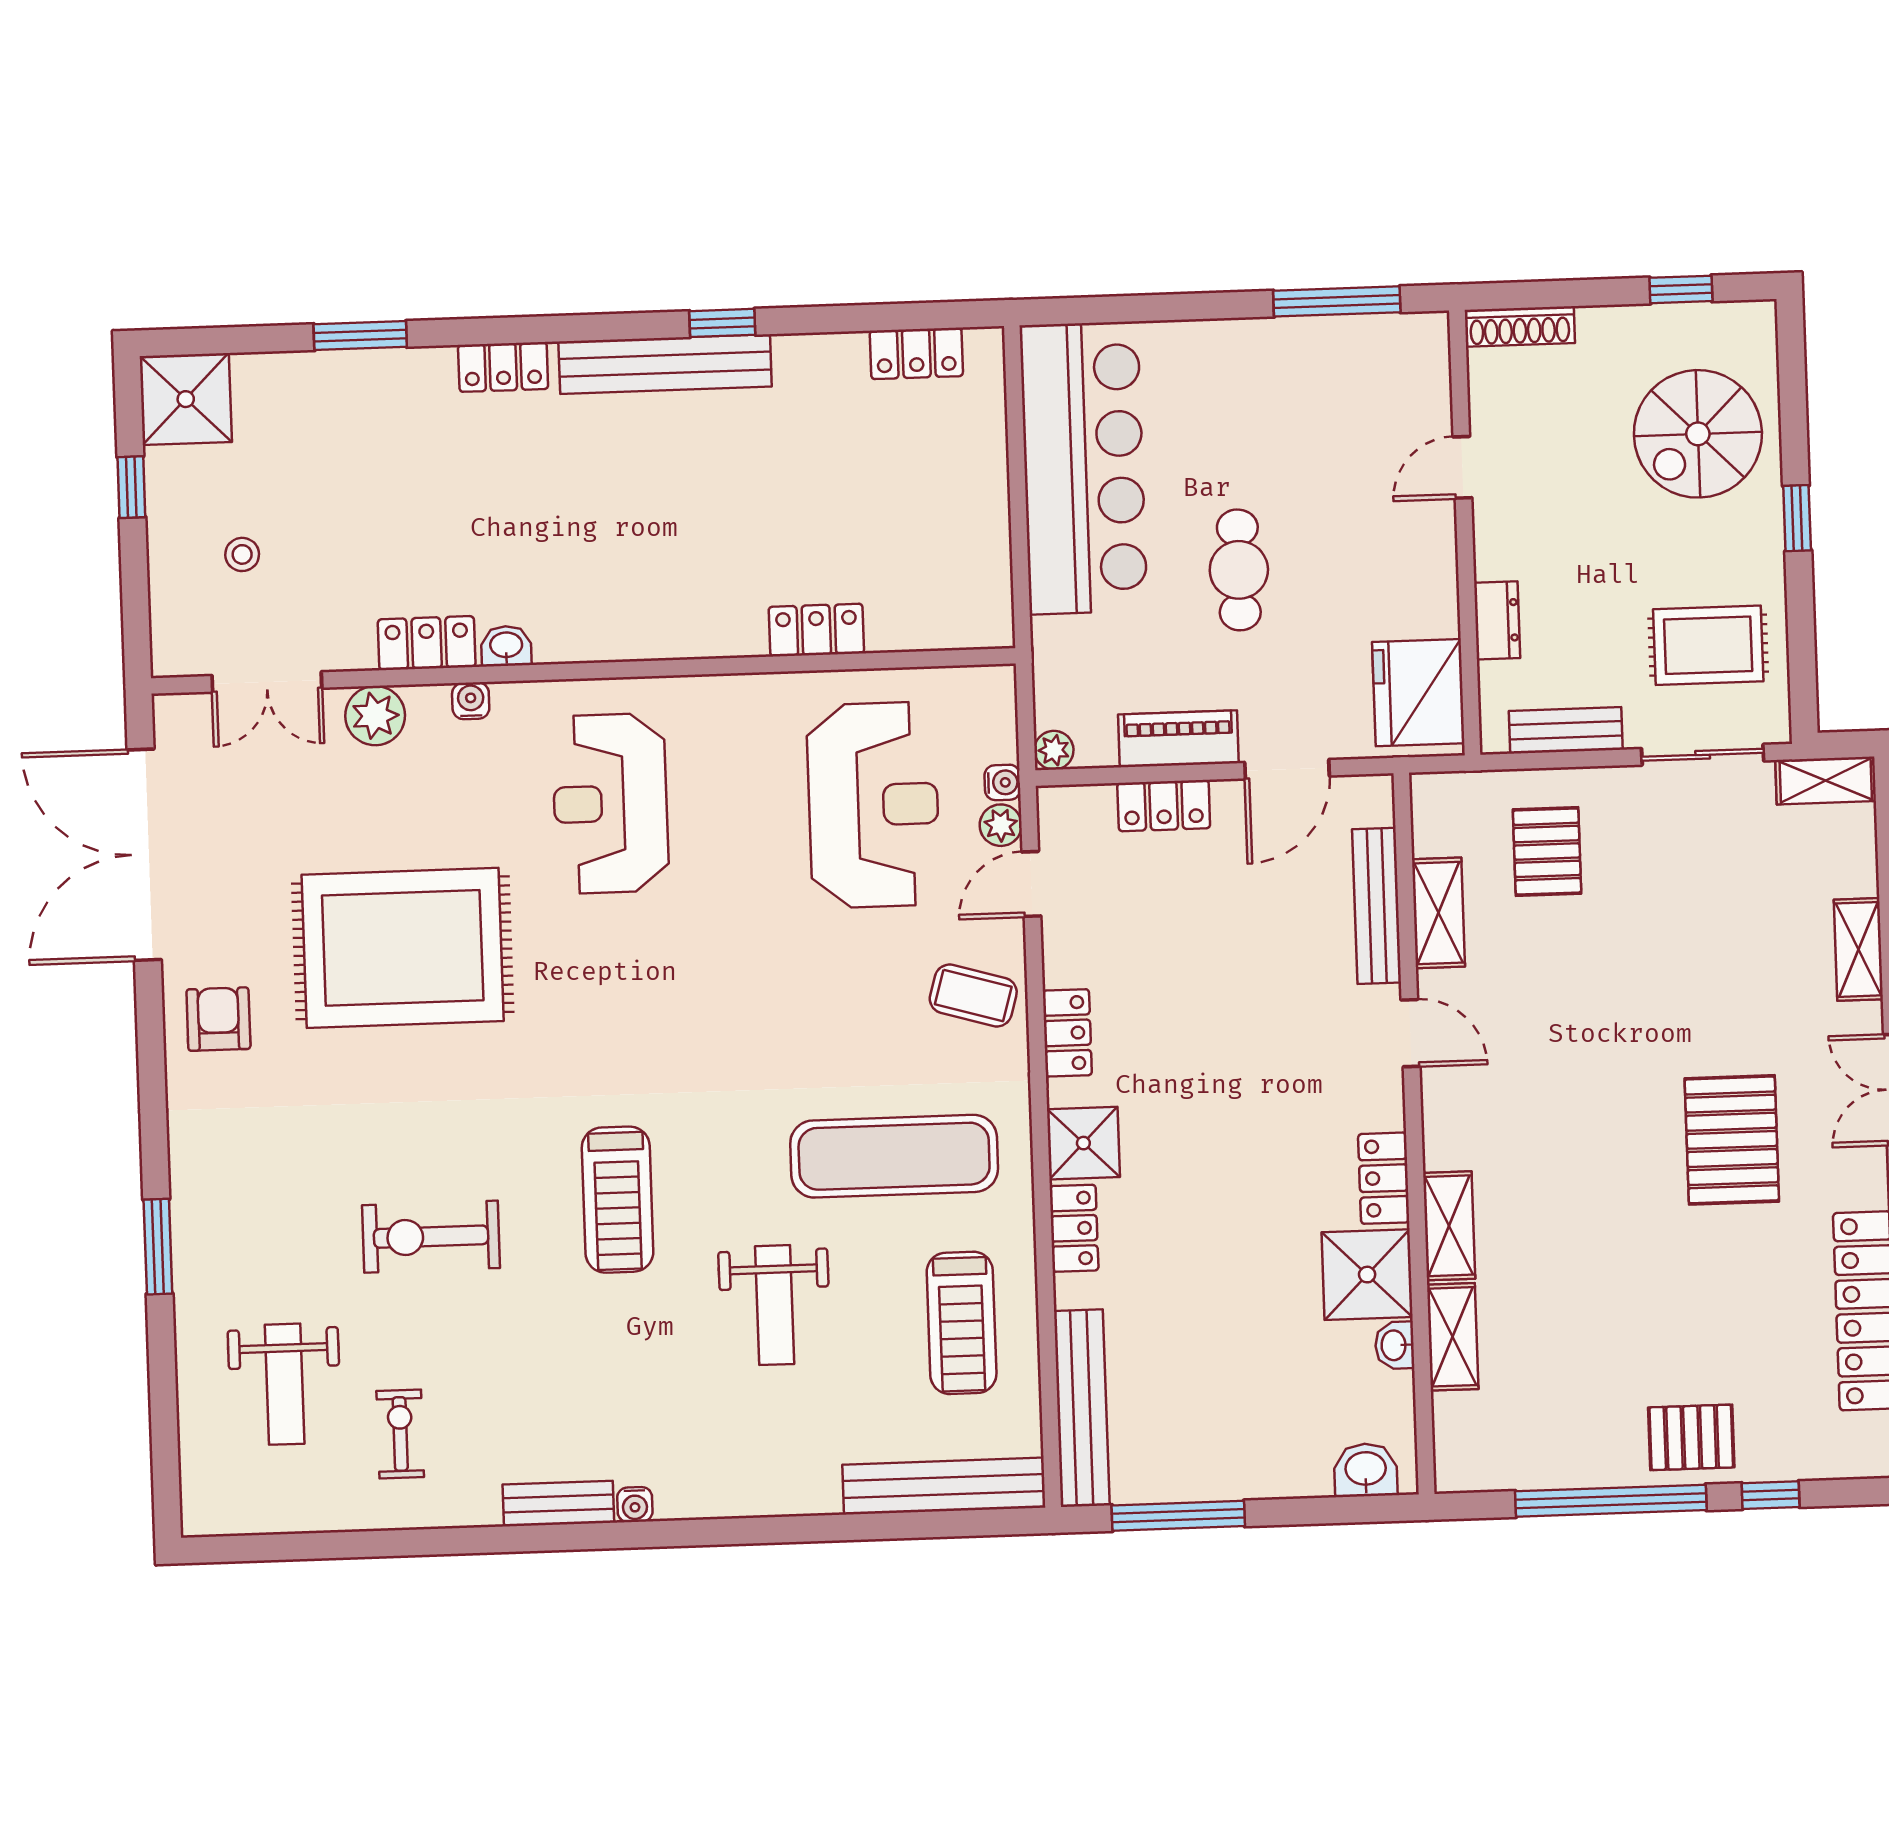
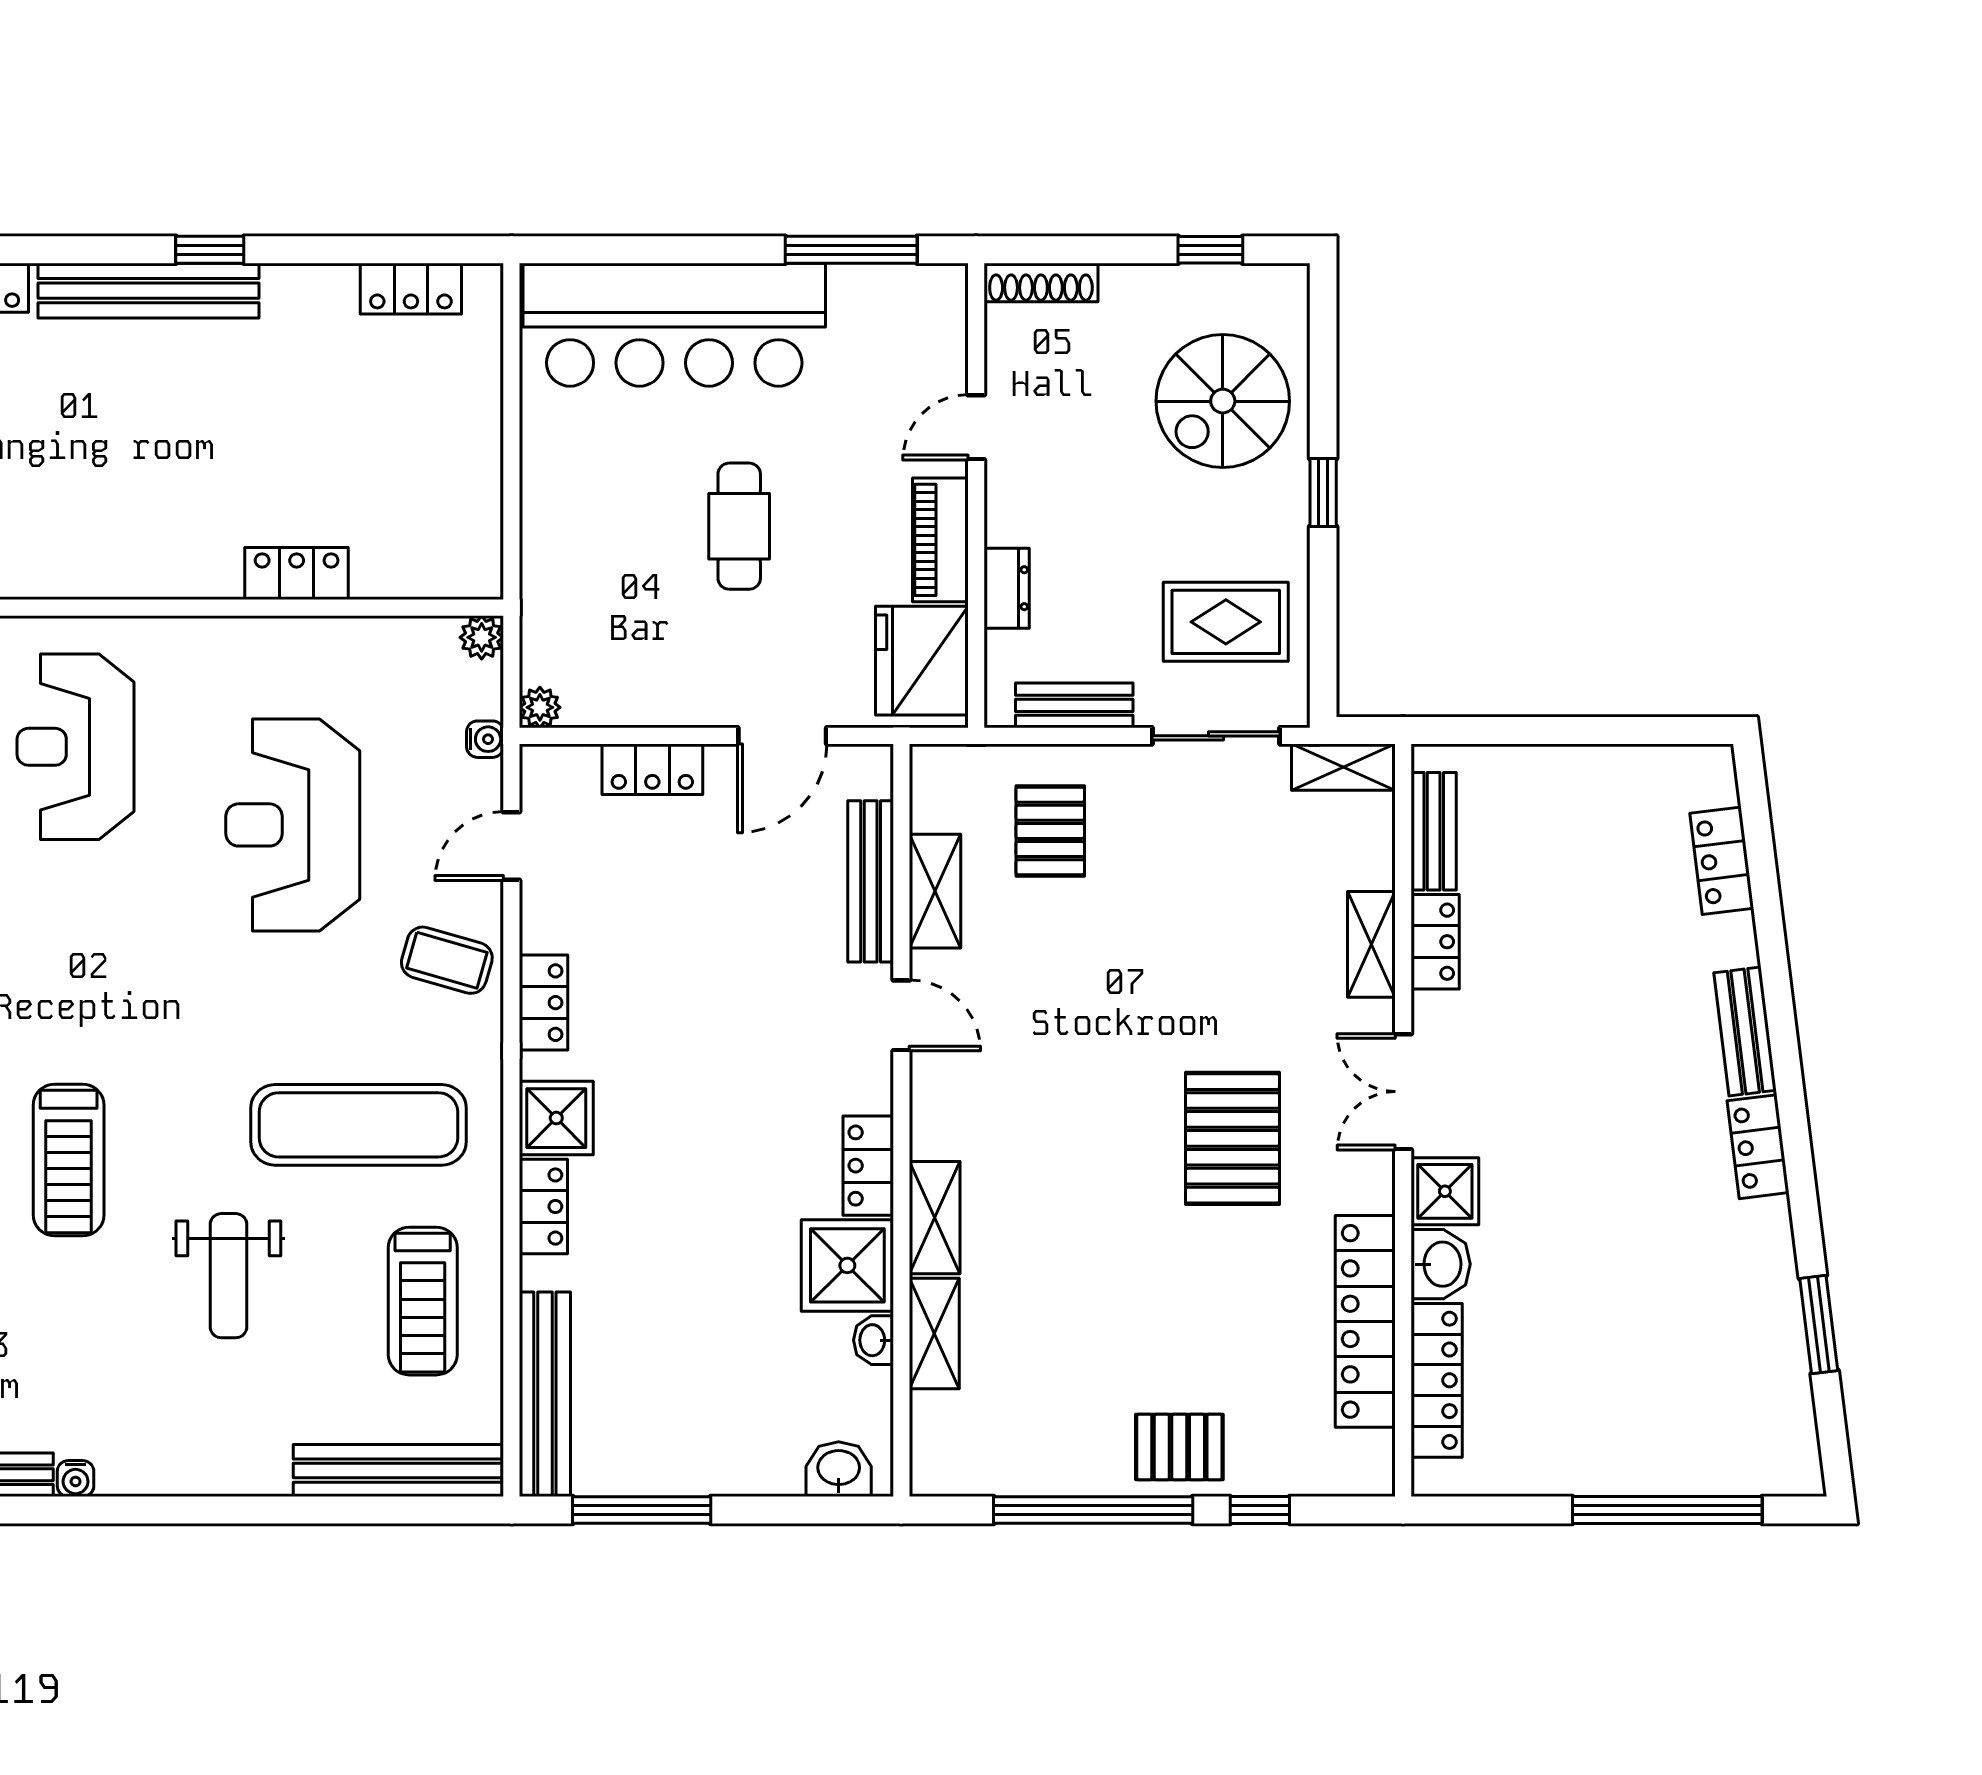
bar counter: (1084, 468) -> (674, 325), moved, turned 90
piano: (1178, 739) -> (940, 540), moved, turned -90
reception desk: (873, 805) -> (293, 825), moved, turned 180
plant: (1001, 825) -> (482, 637), moved

